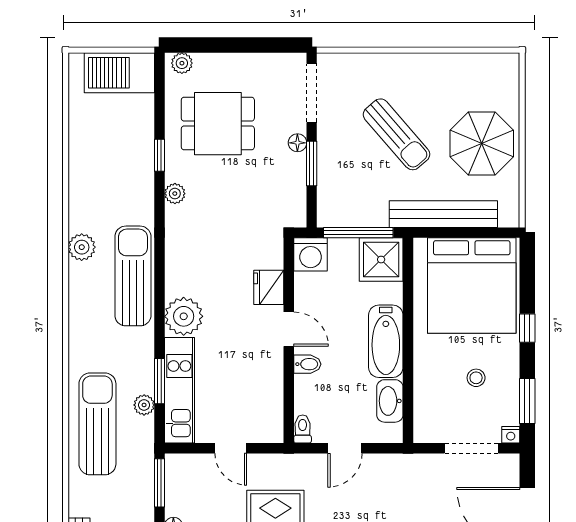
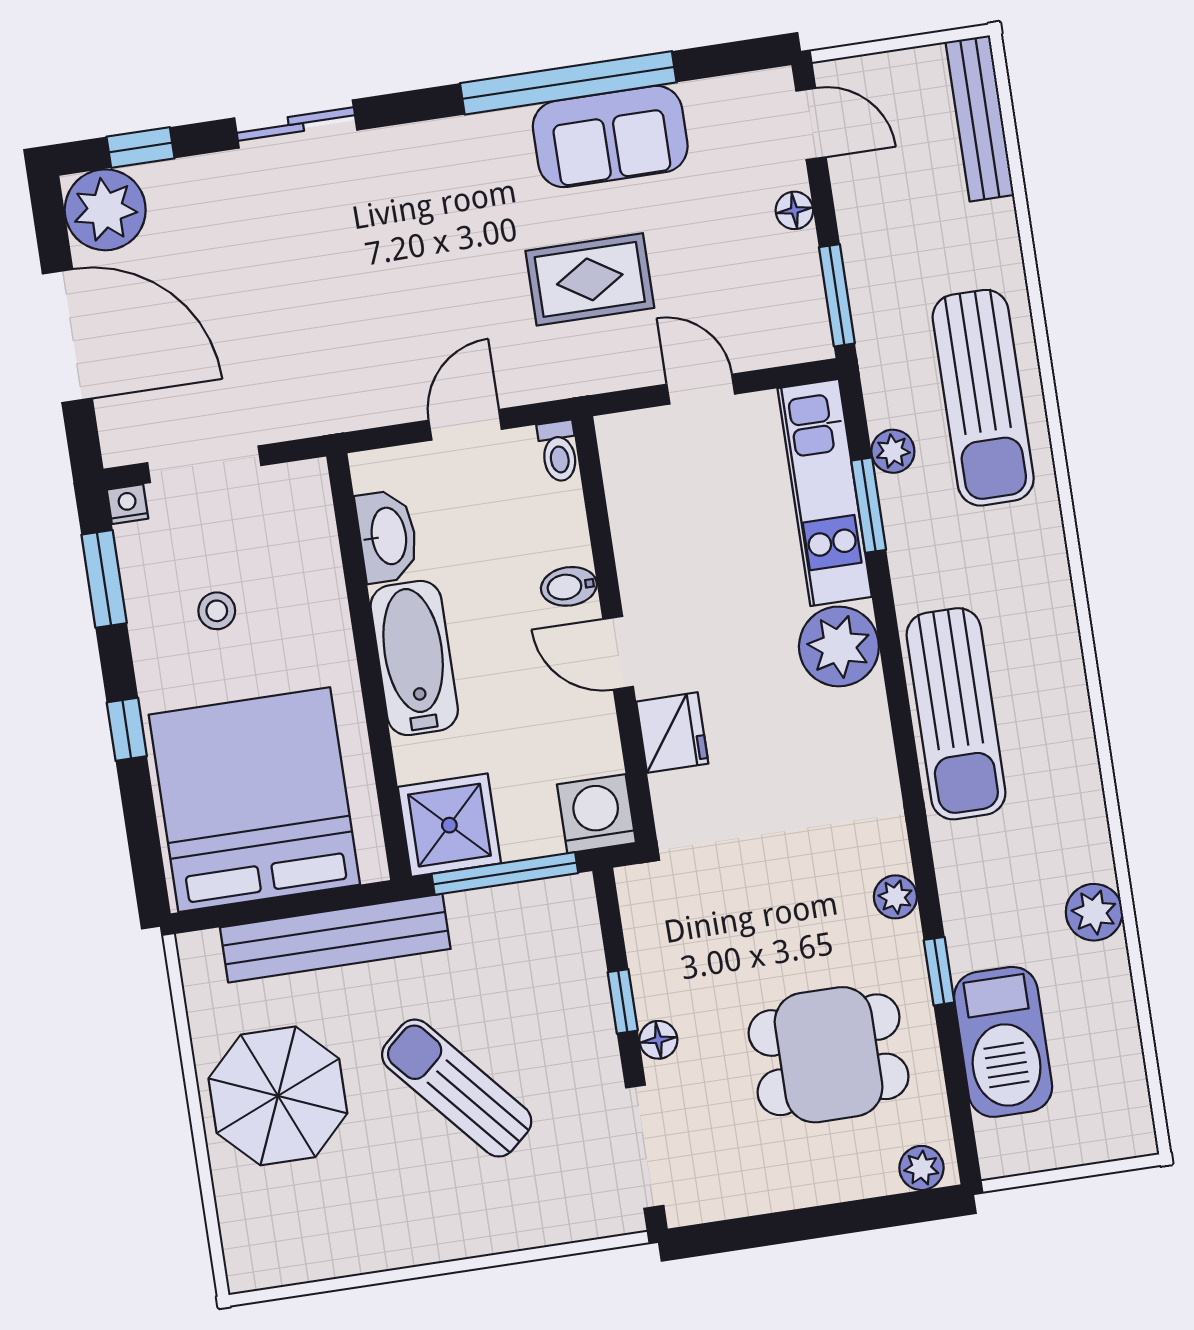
barbecue: (119, 73) -> (1003, 1042), moved, turned 90
window: (312, 164) -> (623, 1001), width x0.67
plant: (82, 247) -> (1094, 912), moved

